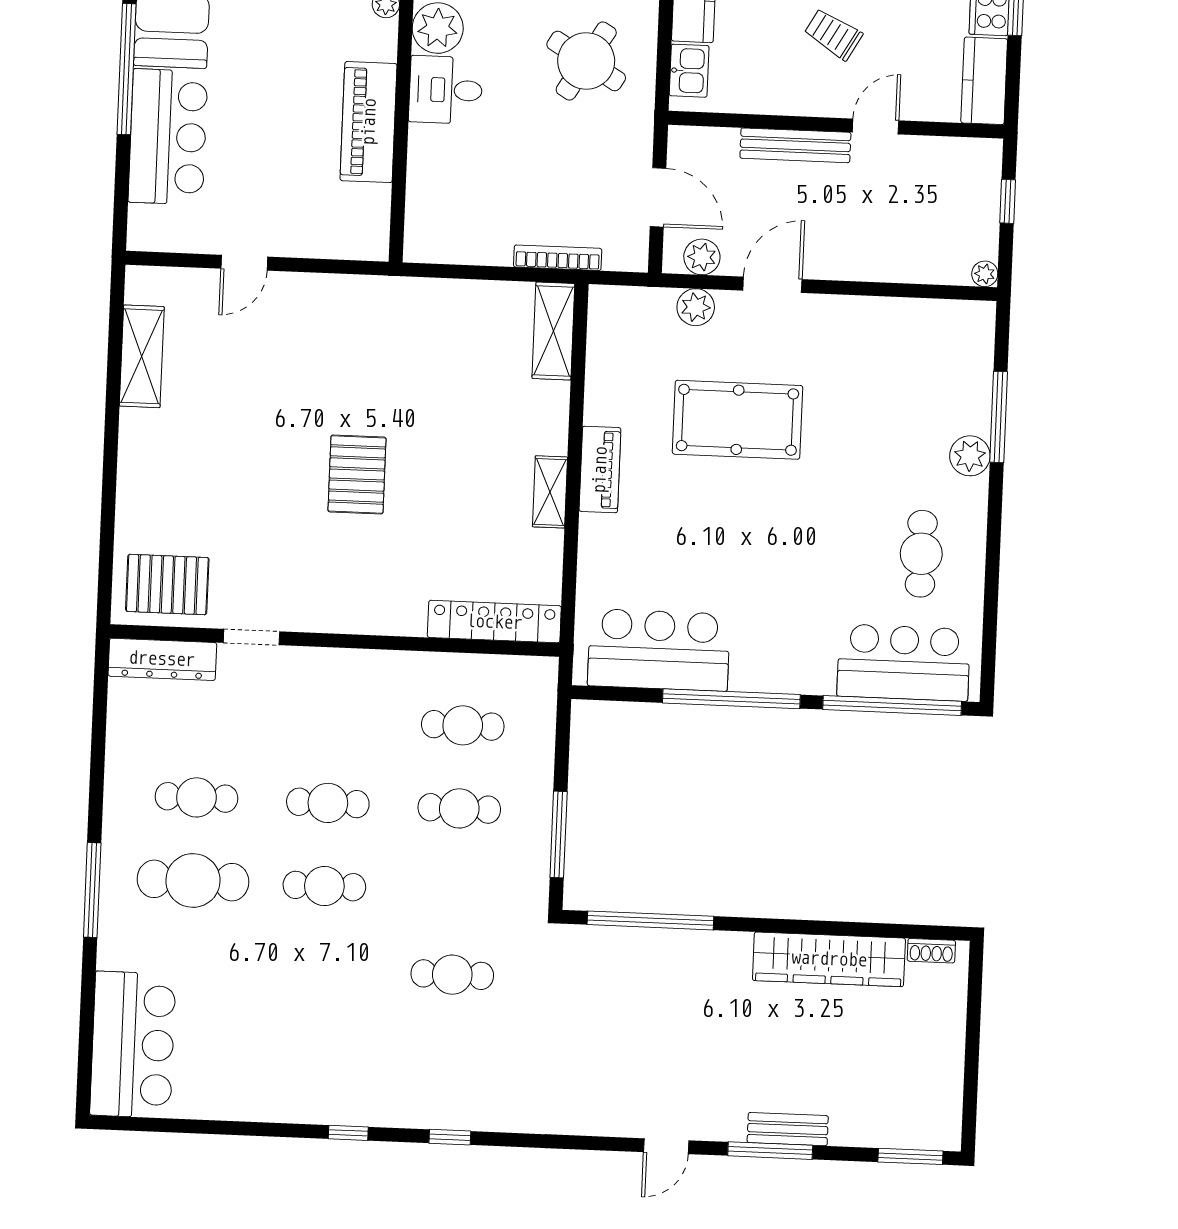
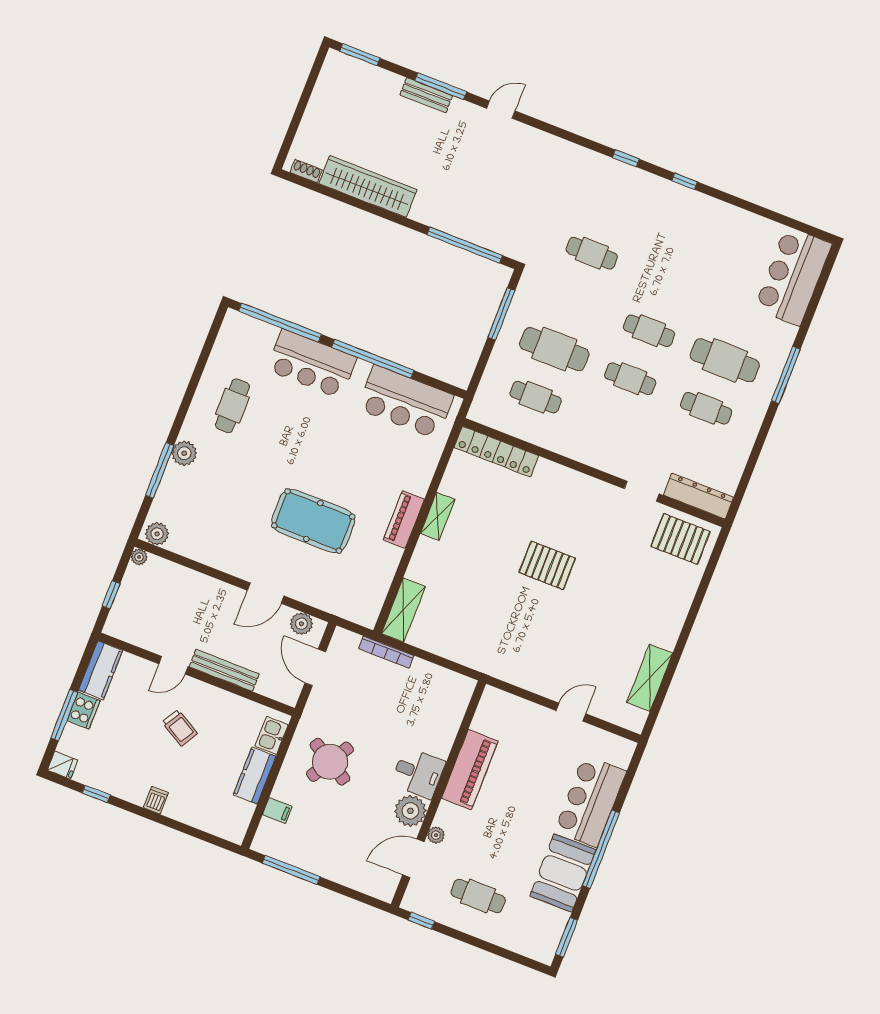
plant: (696, 307) -> (157, 534), moved
pallet: (357, 474) -> (547, 565), turned 90
bar counter: (904, 663) -> (312, 364), moved
cafe table: (459, 808) -> (554, 349), width x1.37, depth x1.35

